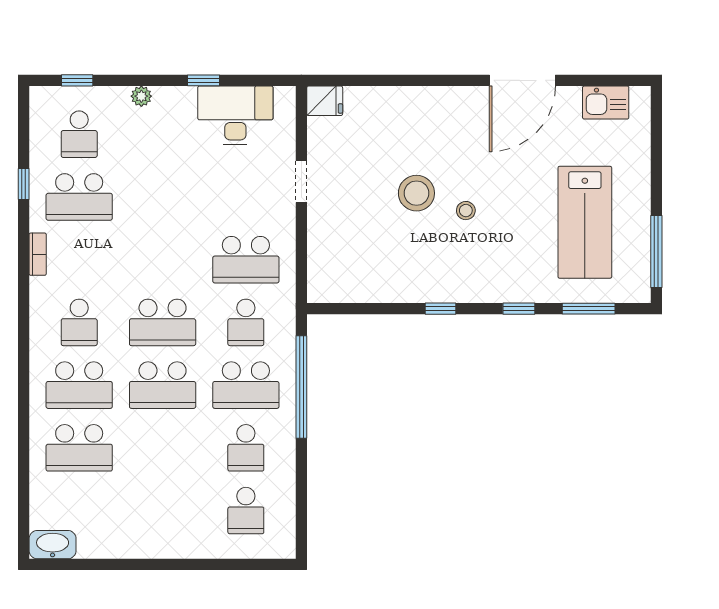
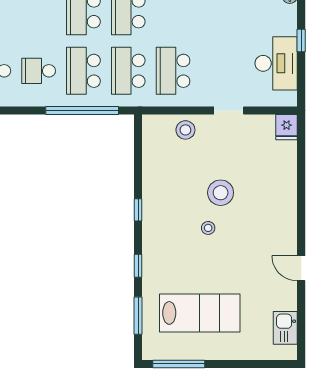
door: (522, 80) -> (301, 268), width x0.53
lab bench: (585, 222) -> (200, 313), turned 180
stool: (329, 242) -> (185, 130), added
school desk: (246, 322) -> (128, 71), width x1.85

